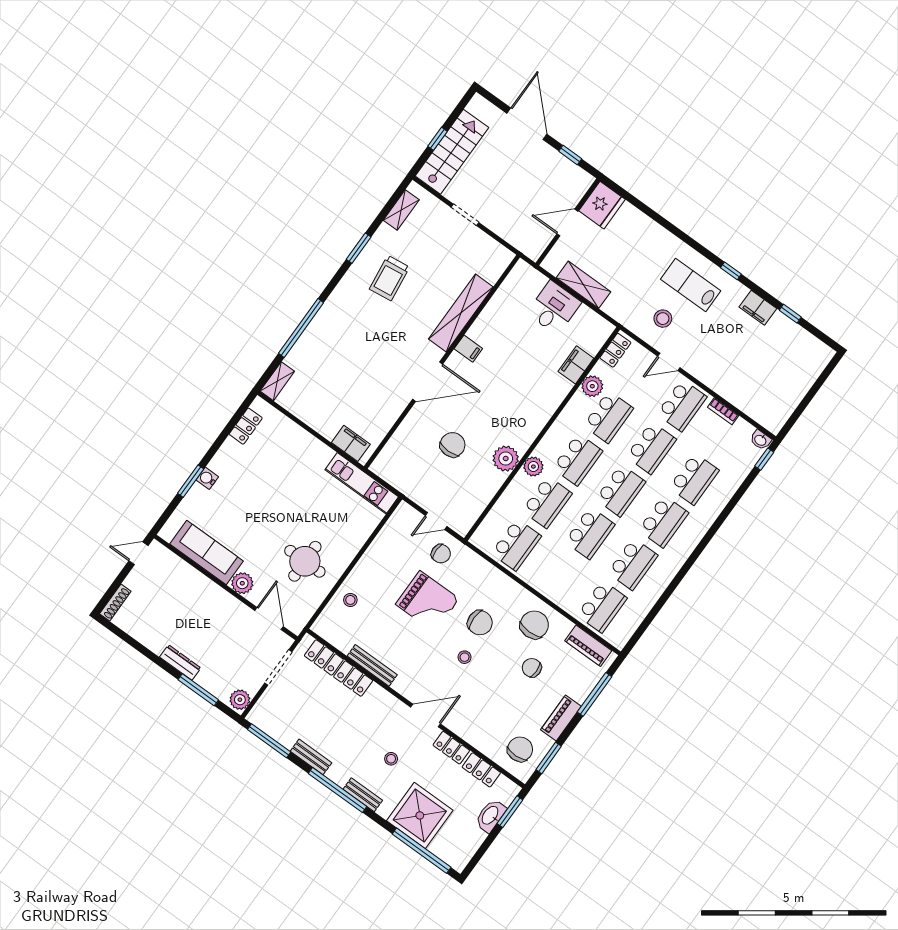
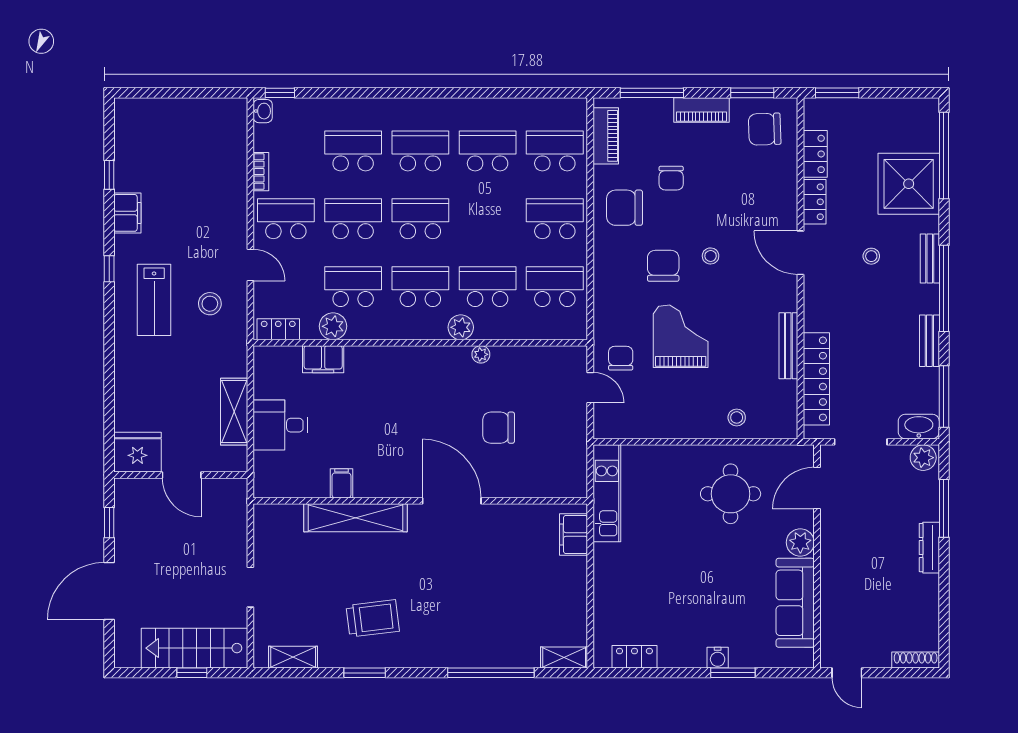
filing cabinet: (468, 349) -> (341, 483), moved
plant: (506, 459) -> (481, 354), width x0.53, depth x0.53
school desk: (590, 533) -> (555, 219), moved
washbasin: (490, 816) -> (919, 427), moved, turned 180

